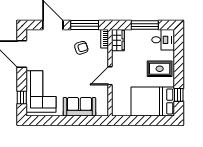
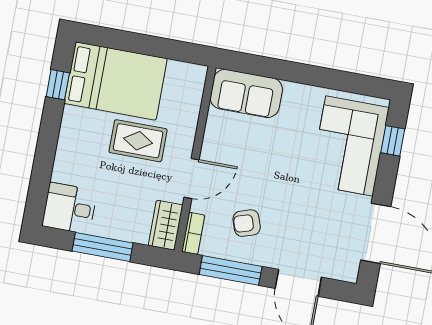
rug: (160, 69) -> (138, 141), moved
door: (110, 76) -> (191, 178), moved
sofa: (79, 107) -> (246, 93), moved

